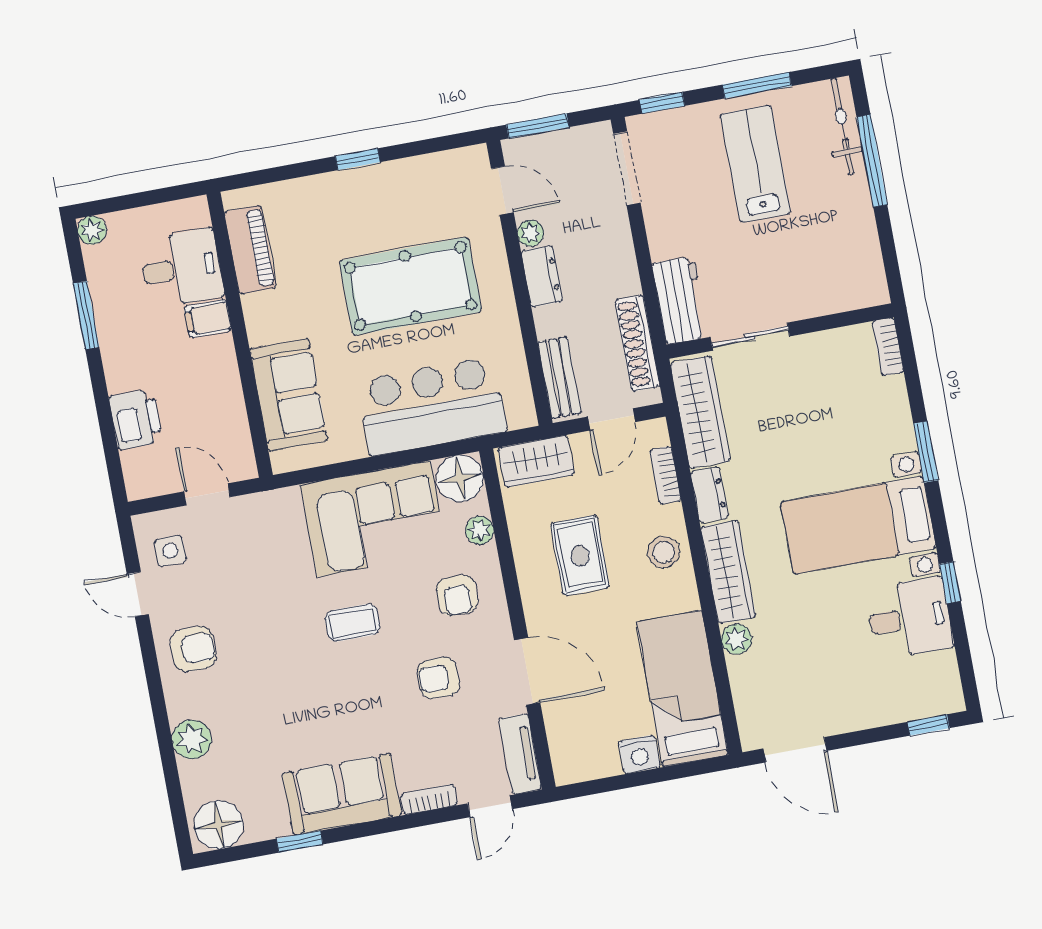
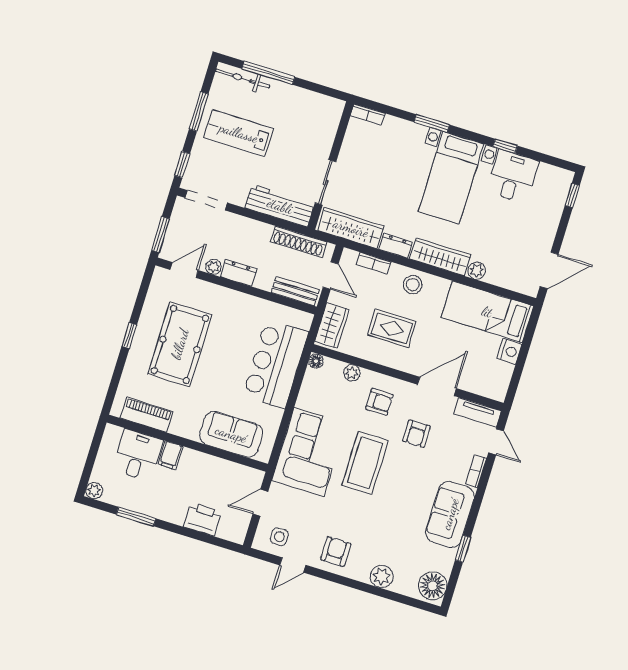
pool table: (410, 286) -> (180, 344), moved
workbench: (680, 300) -> (280, 206), width x1.38
floor lamp: (460, 478) -> (316, 361), width x0.53, depth x0.53
corner sofa: (374, 519) -> (309, 452), moved
coffee table: (352, 623) -> (365, 463), width x1.86, depth x1.72

